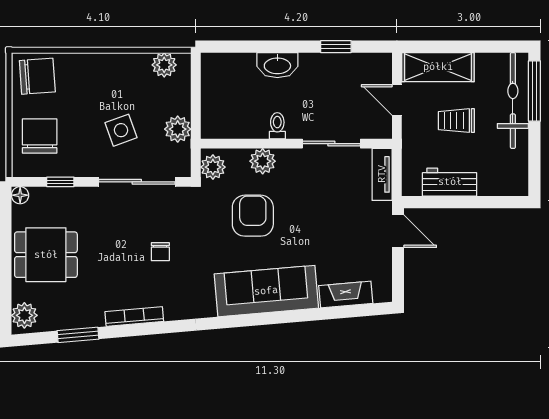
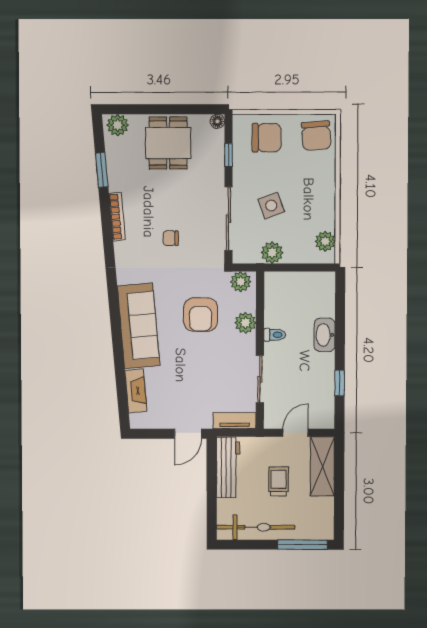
bicycle: (513, 101) -> (256, 527), moved
workbench: (450, 182) -> (228, 467), width x1.38
armchair: (253, 216) -> (201, 315), turned 90

